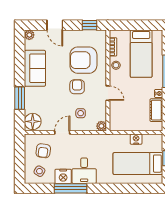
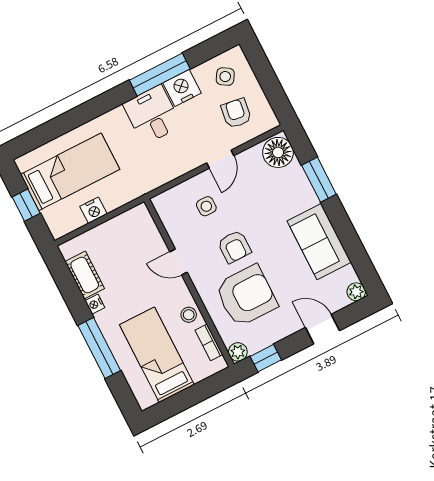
plant: (101, 126) -> (238, 352), moved

